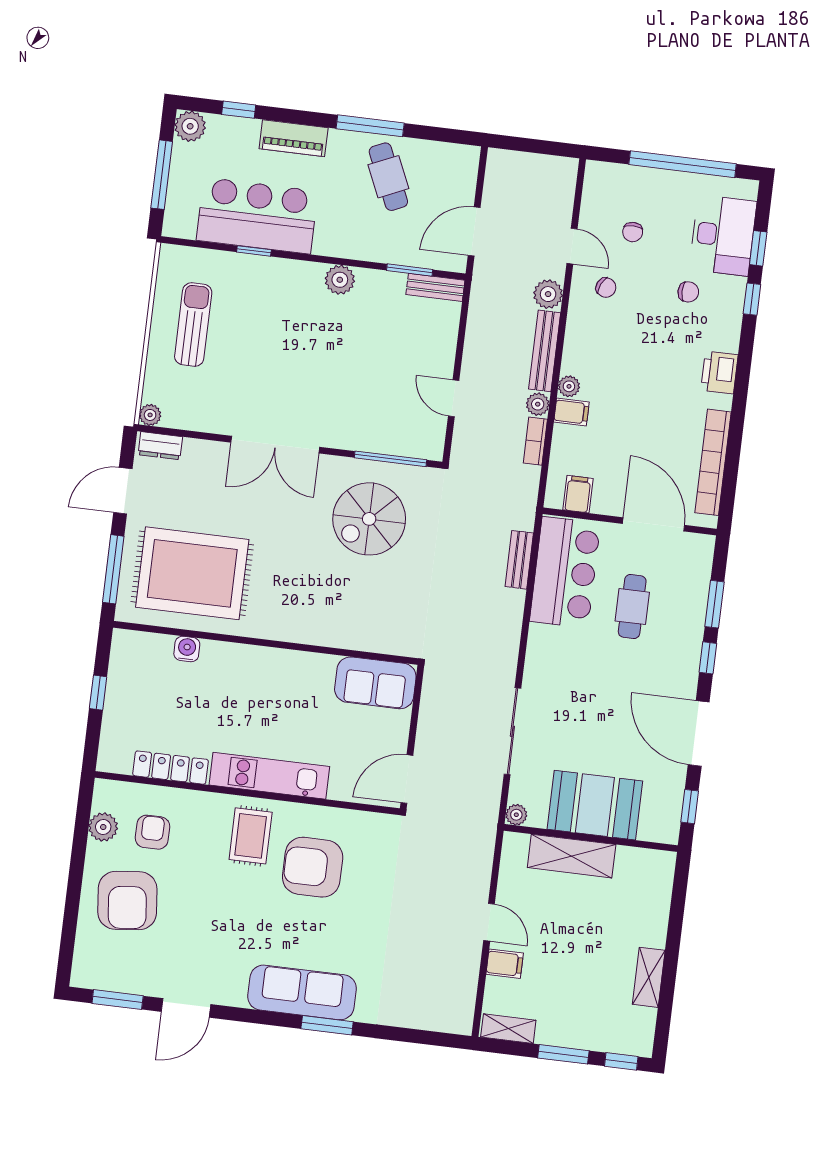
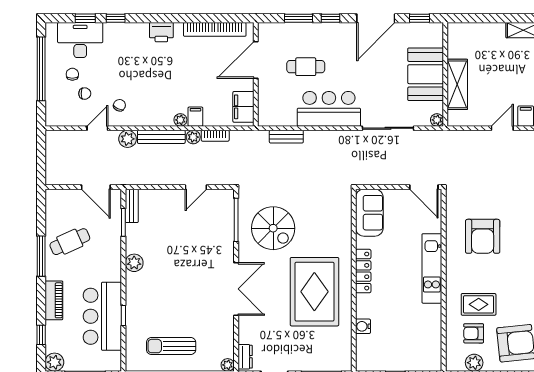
chair: (688, 292) -> (72, 74), moved
filing cabinet: (578, 494) -> (243, 107), width x2.00
bar counter: (565, 572) -> (329, 109), moved
rug: (192, 573) -> (314, 292), moved
locker: (171, 768) -> (363, 271), moved, turned 180
rug: (251, 836) -> (479, 304), moved

